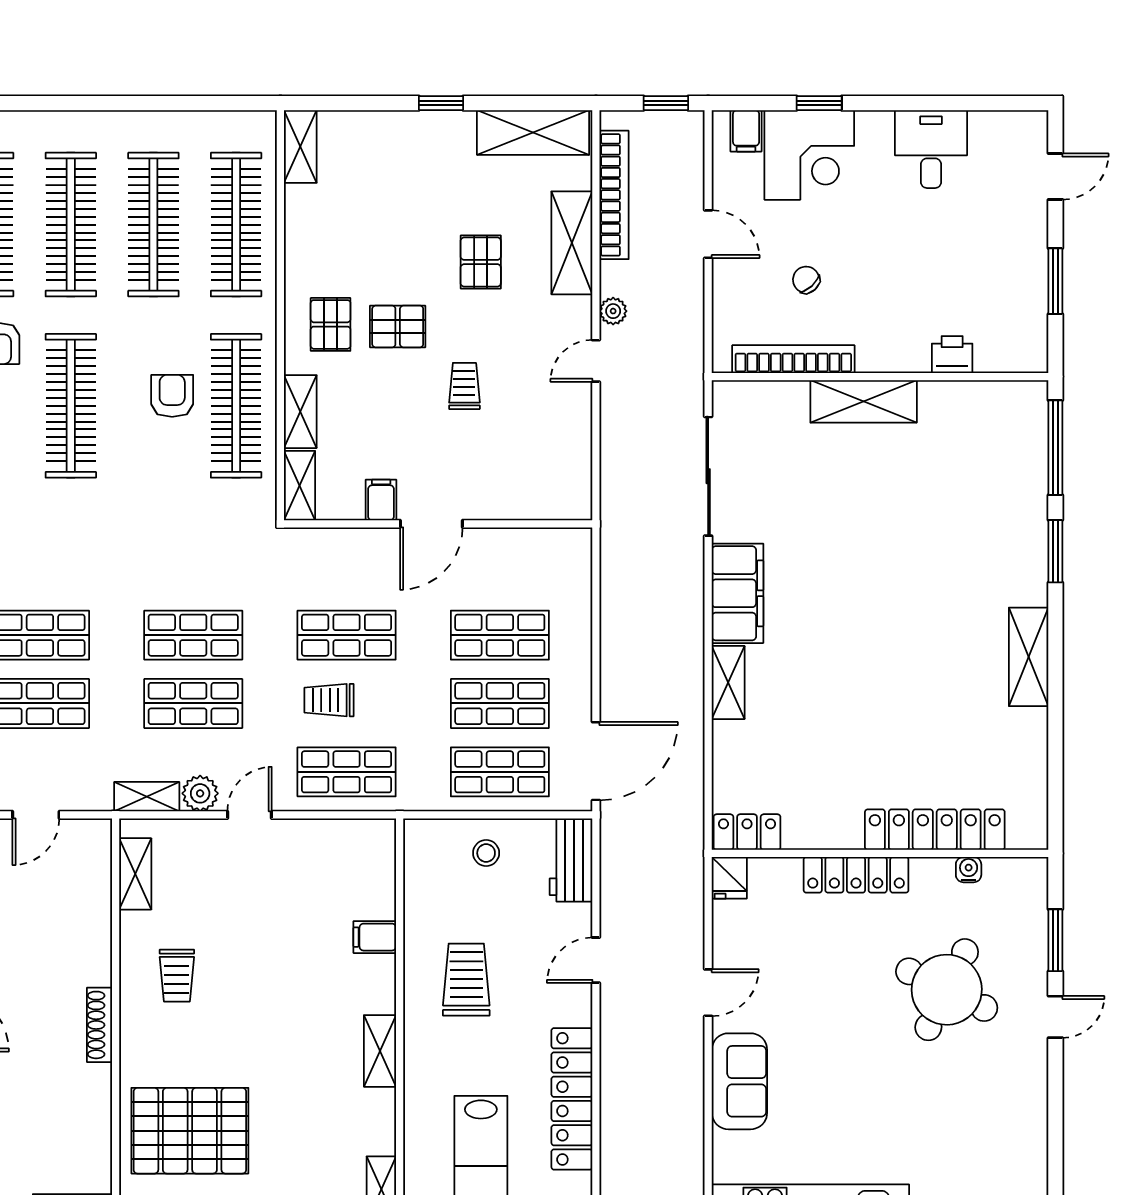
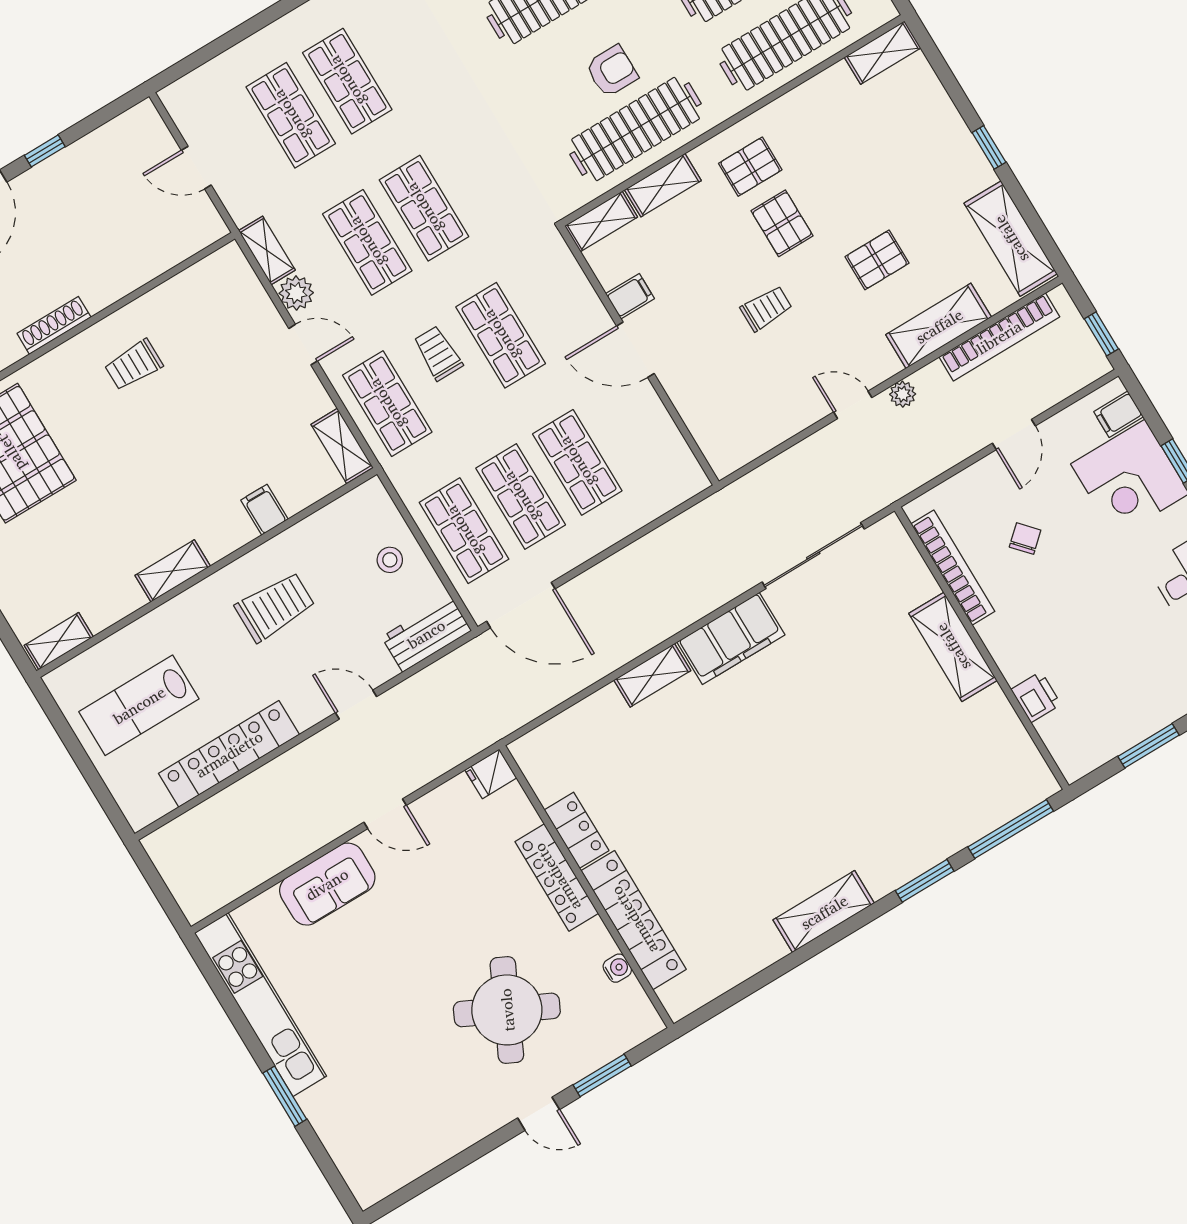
locker: (747, 832) -> (577, 830), moved
shelving: (135, 874) -> (342, 446), moved, turned 90

